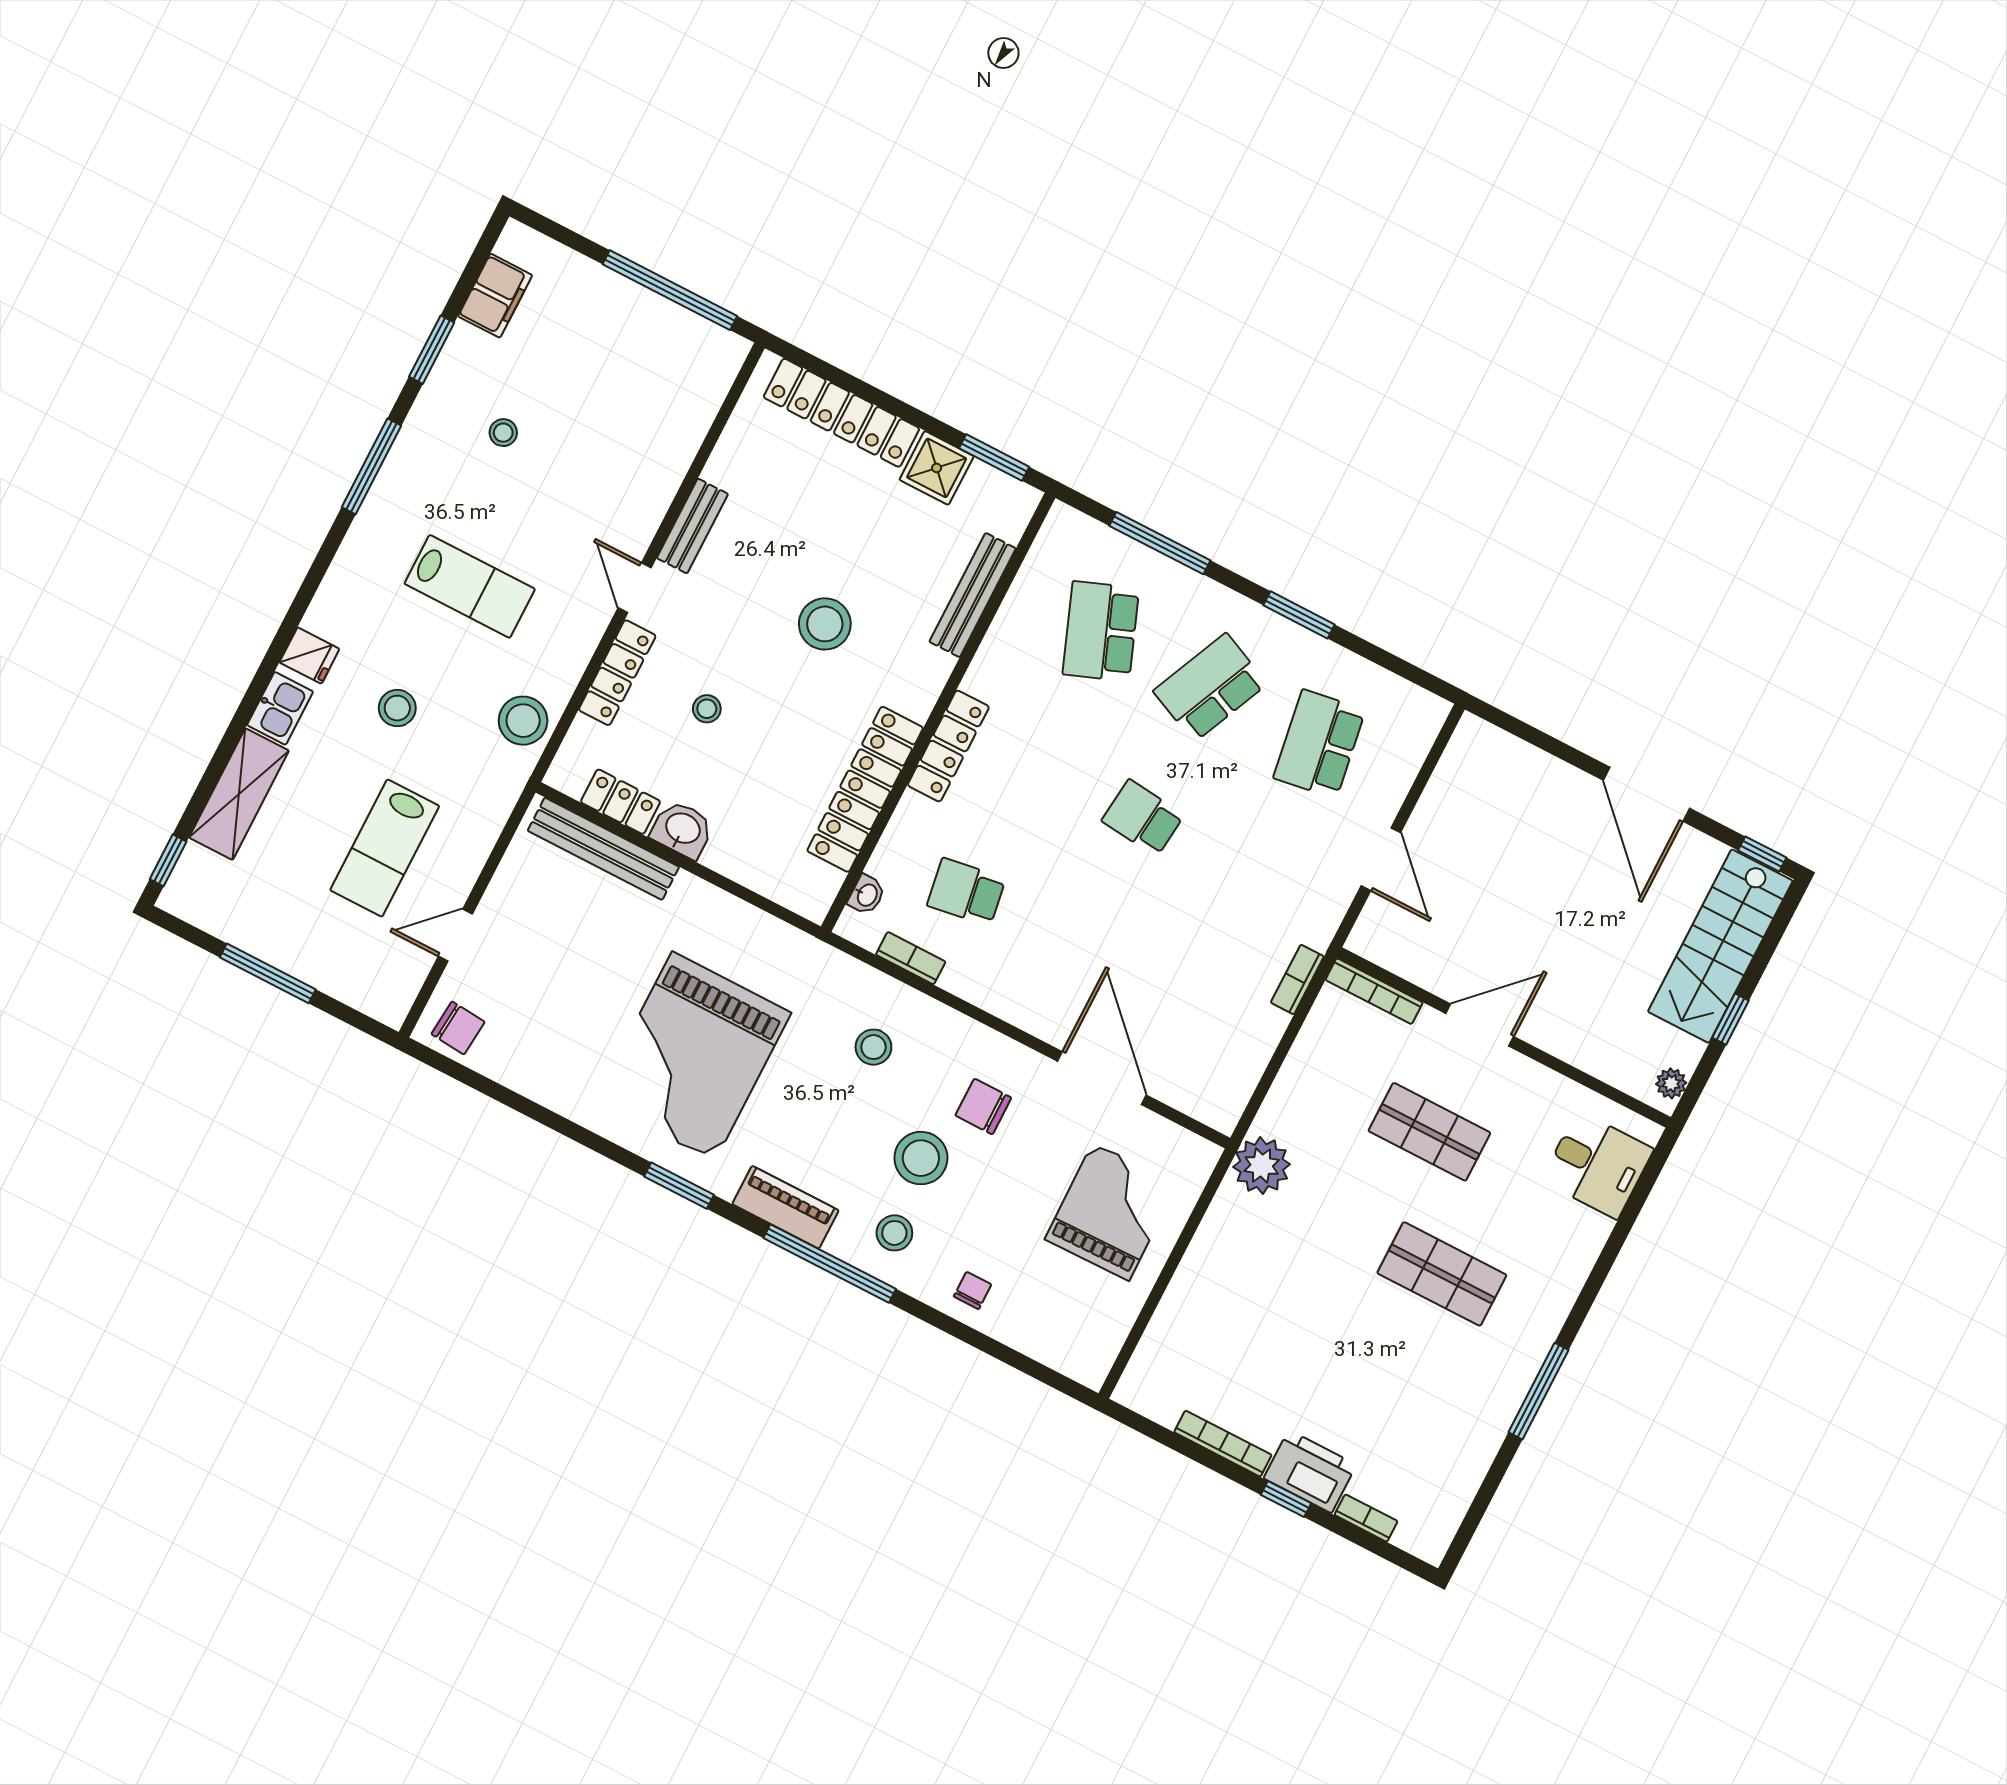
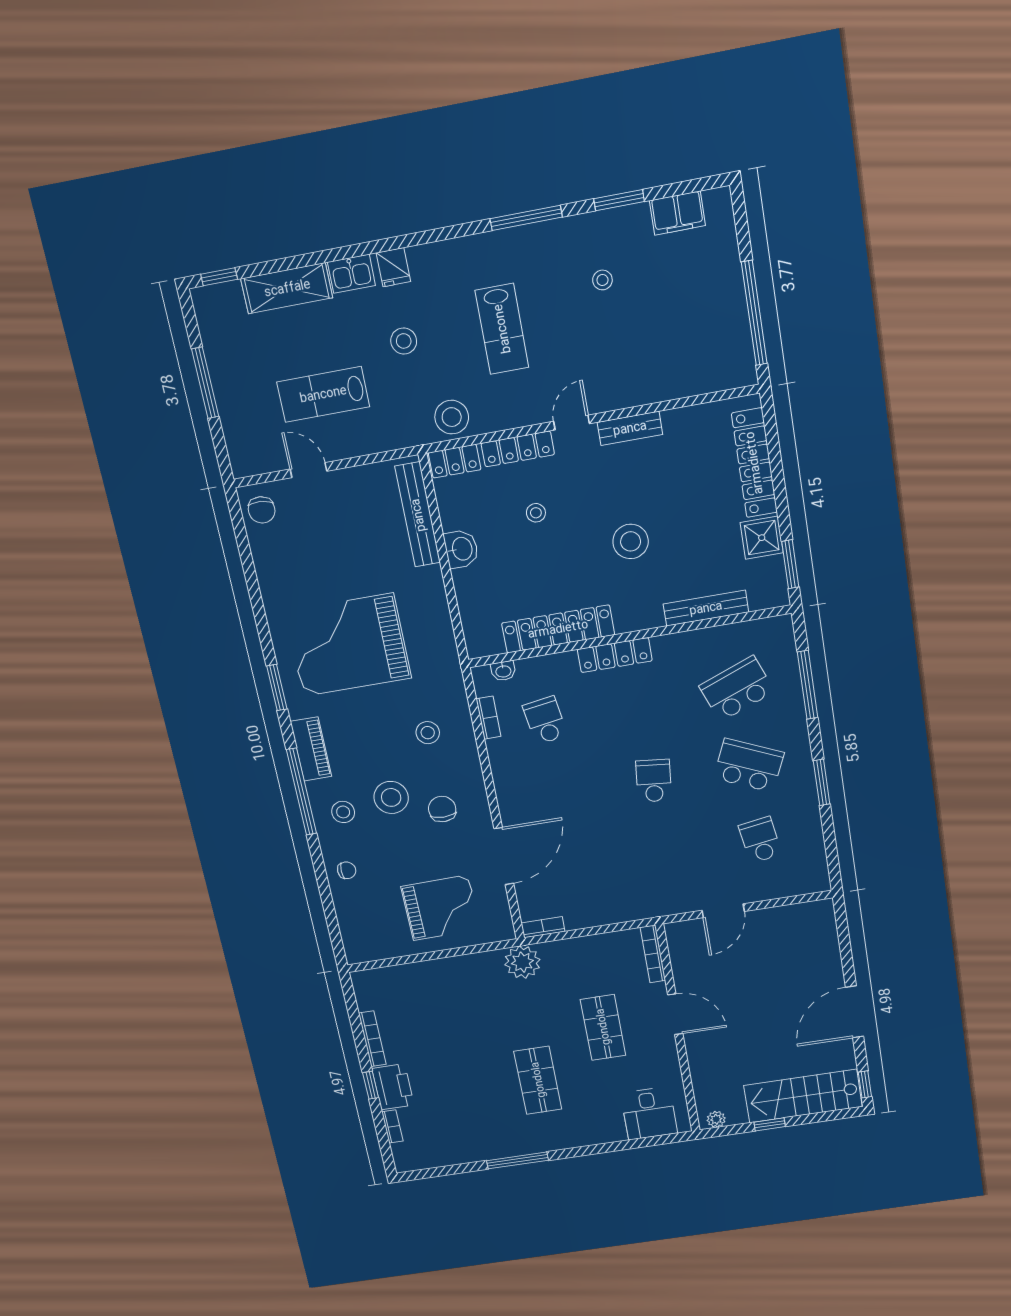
school desk: (1319, 744) -> (760, 840), width x0.54
locker: (620, 802) -> (455, 461), moved, turned 90
bookcase: (1297, 979) -> (543, 927), moved

